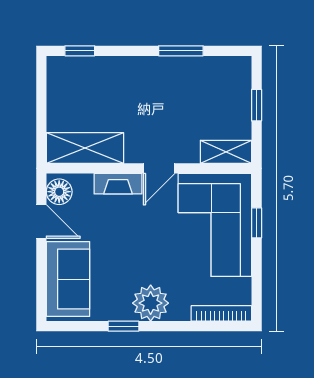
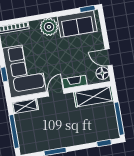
window: (41, 95) -> (119, 119), added
window: (257, 105) -> (14, 131), width x2.17
sofa: (68, 279) -> (77, 24), moved, turned -90
window: (123, 326) -> (87, 9), moved

